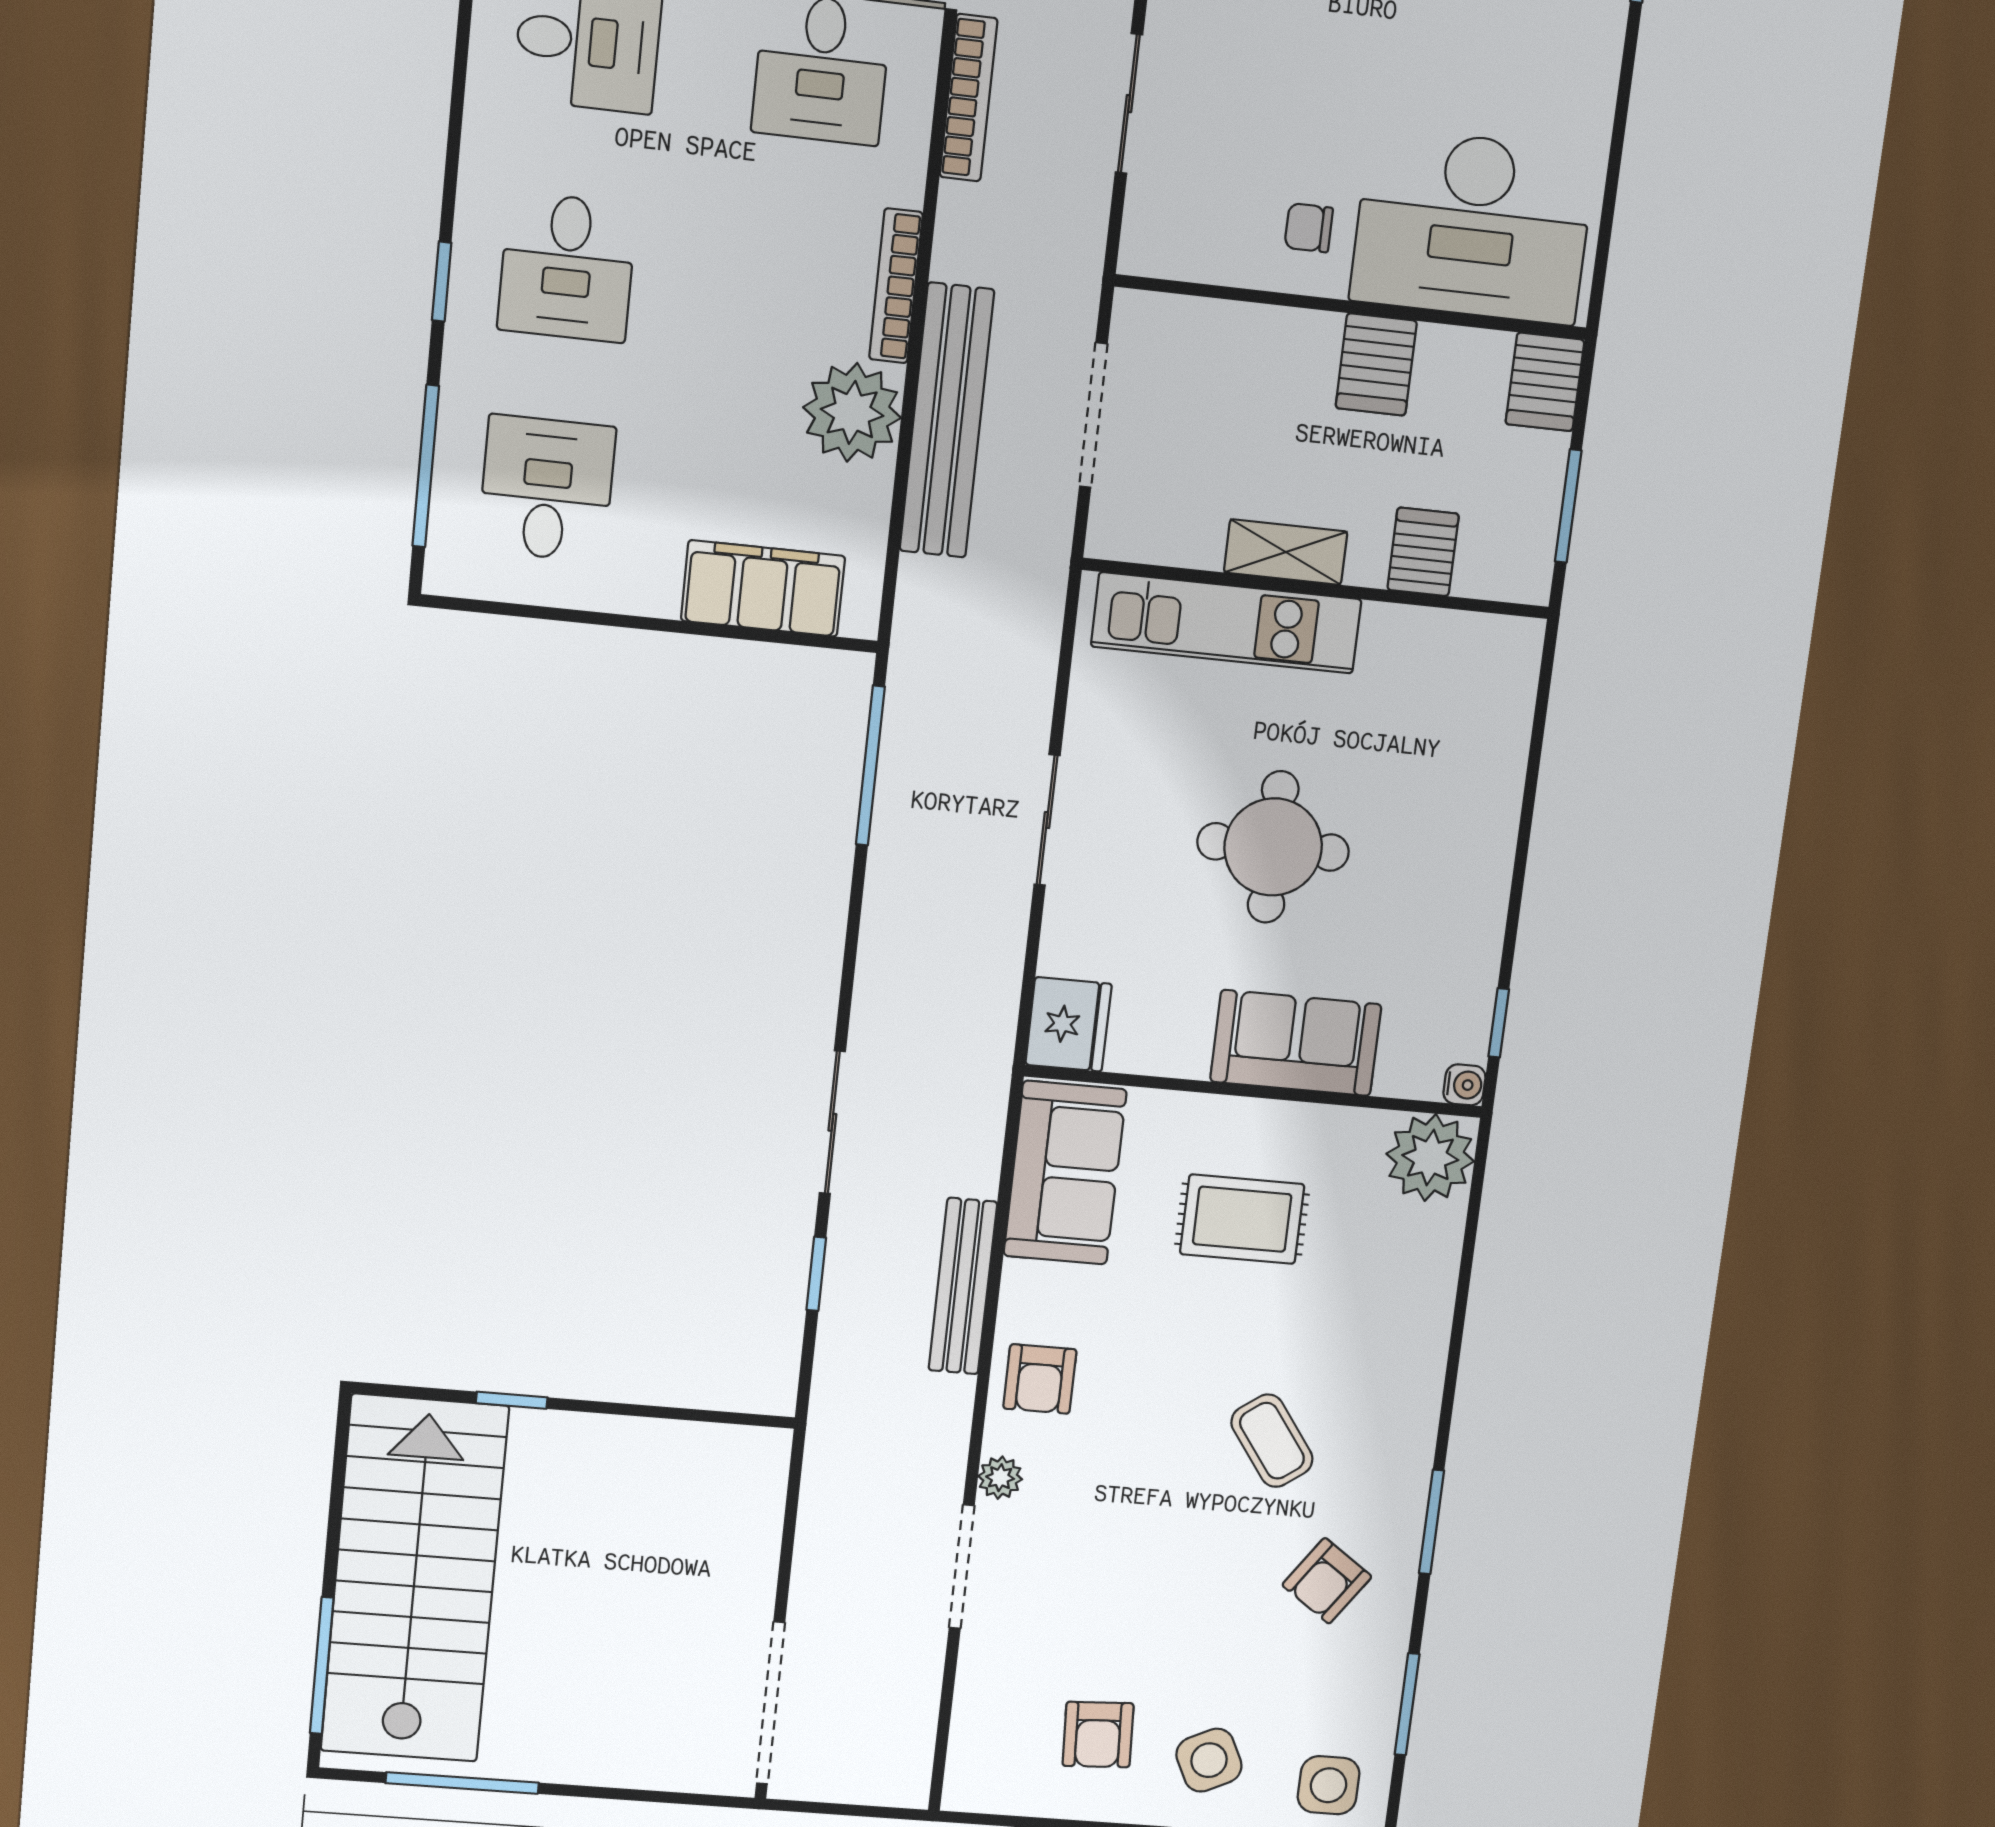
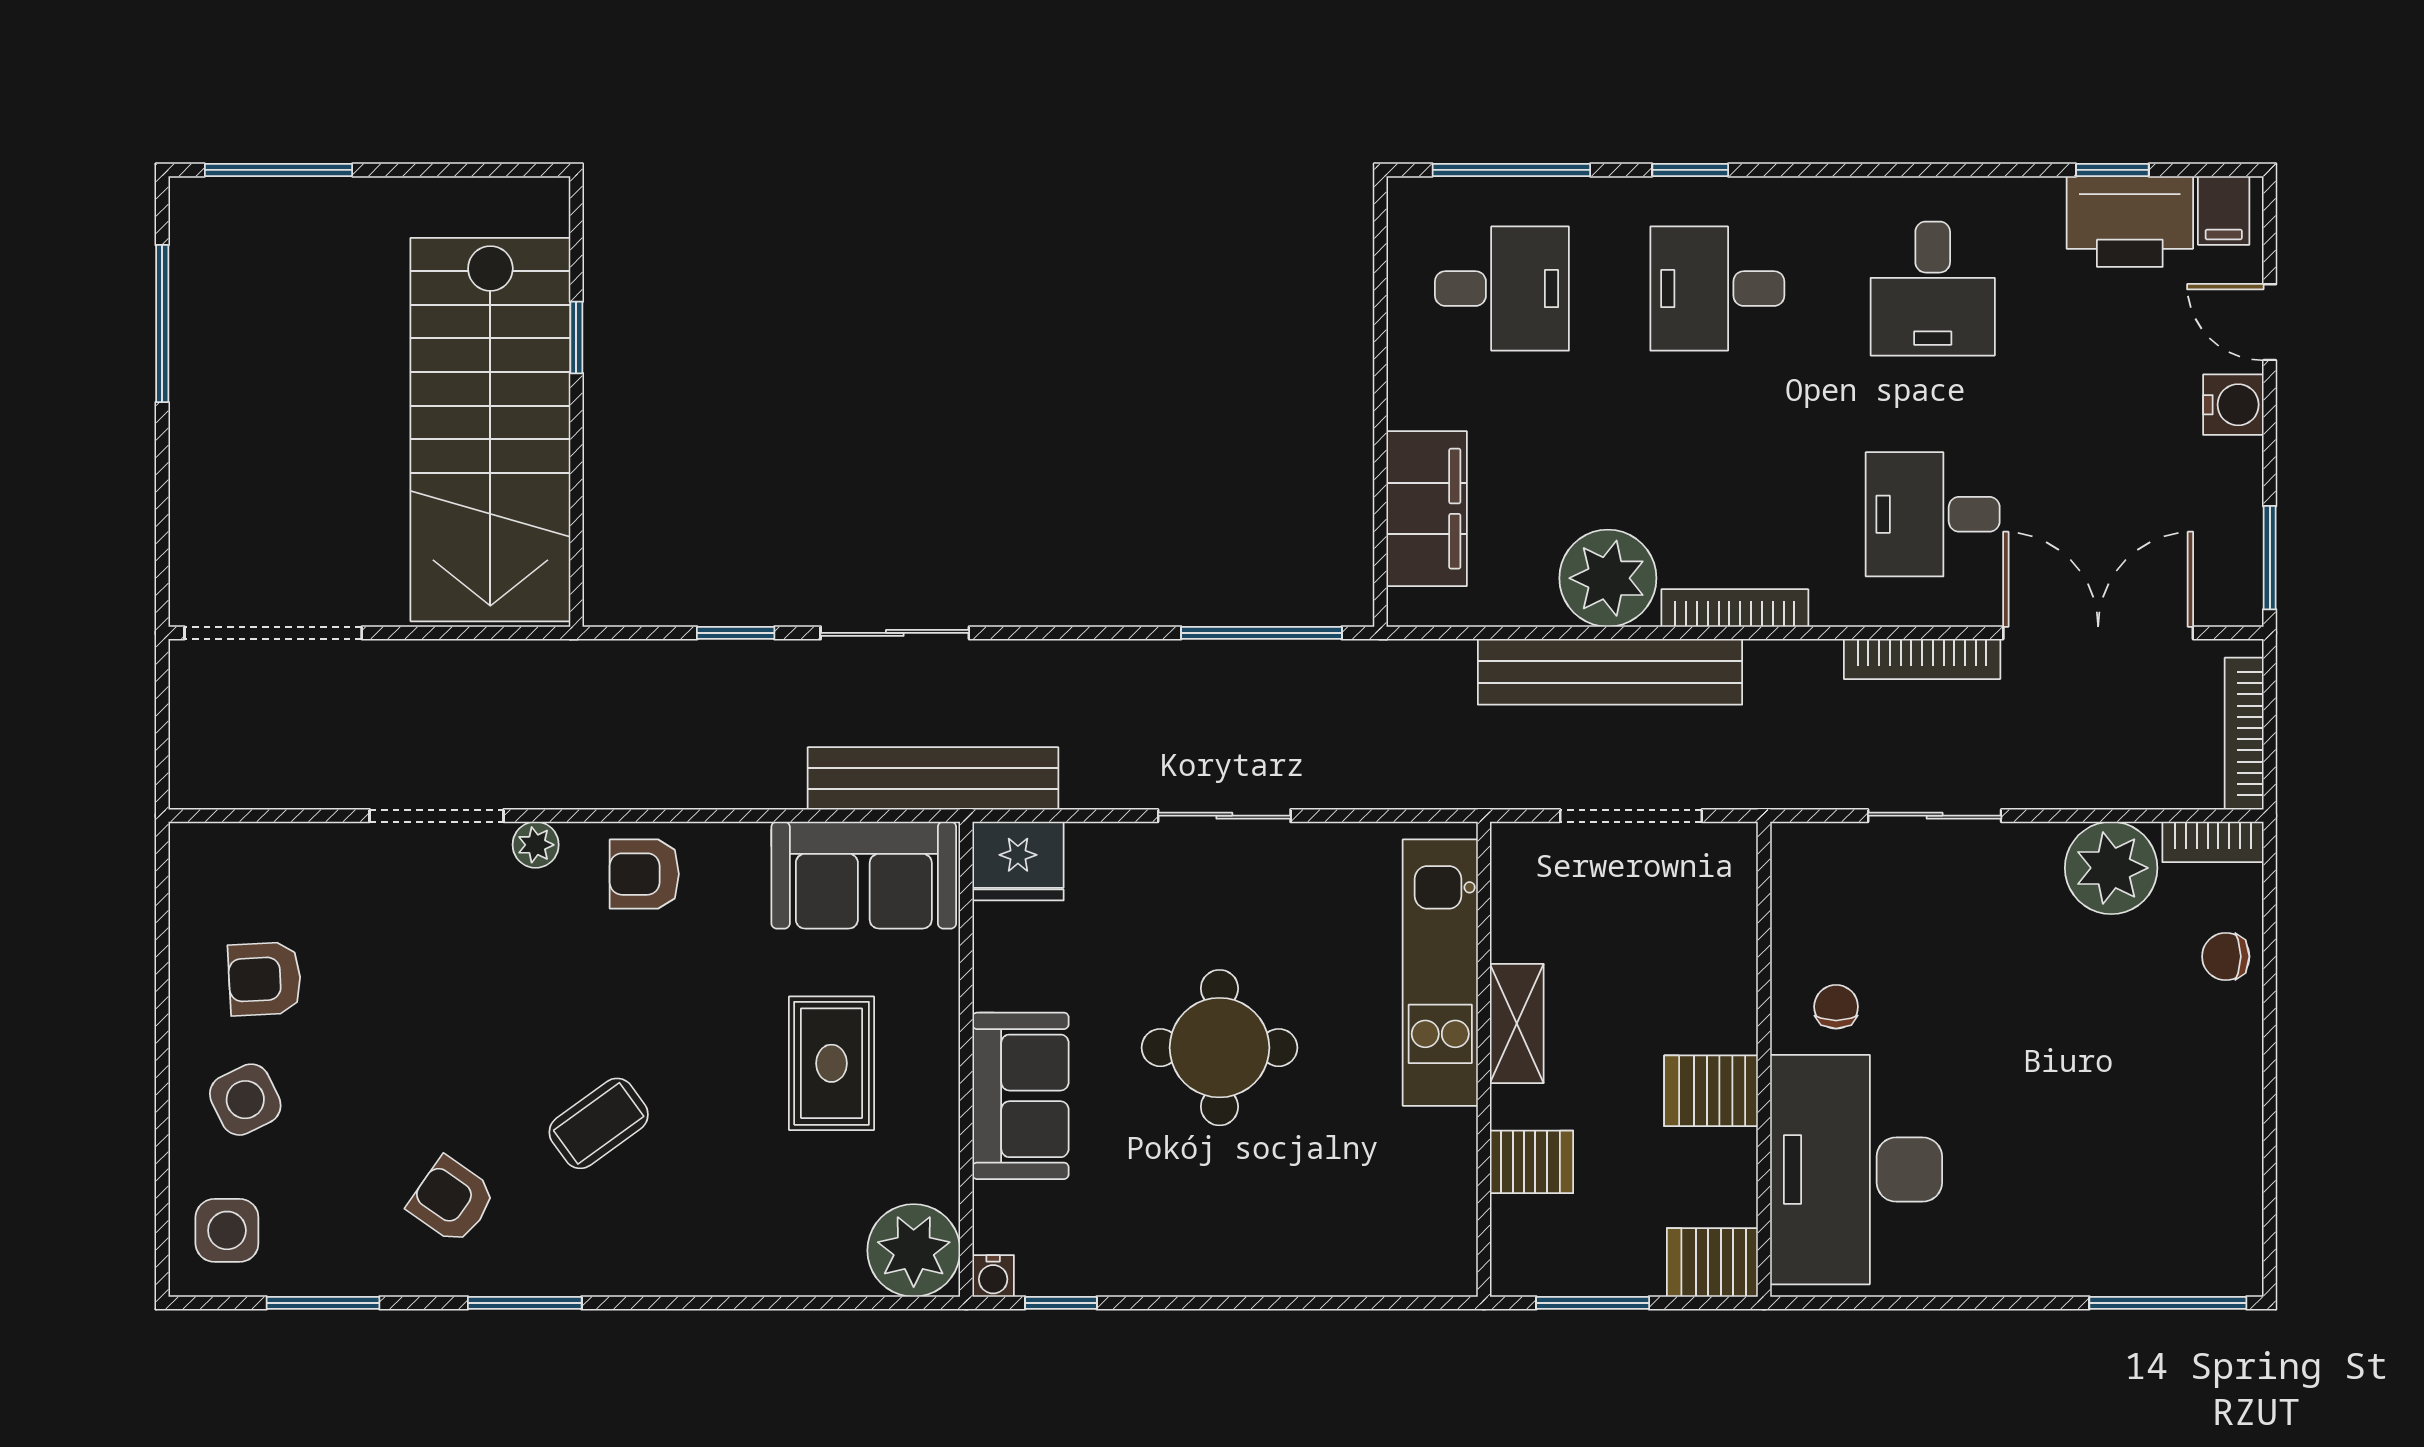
bench: (963, 1286) -> (933, 778), moved, width x1.37, depth x1.21
stairs: (414, 1579) -> (490, 430), moved, turned 90

